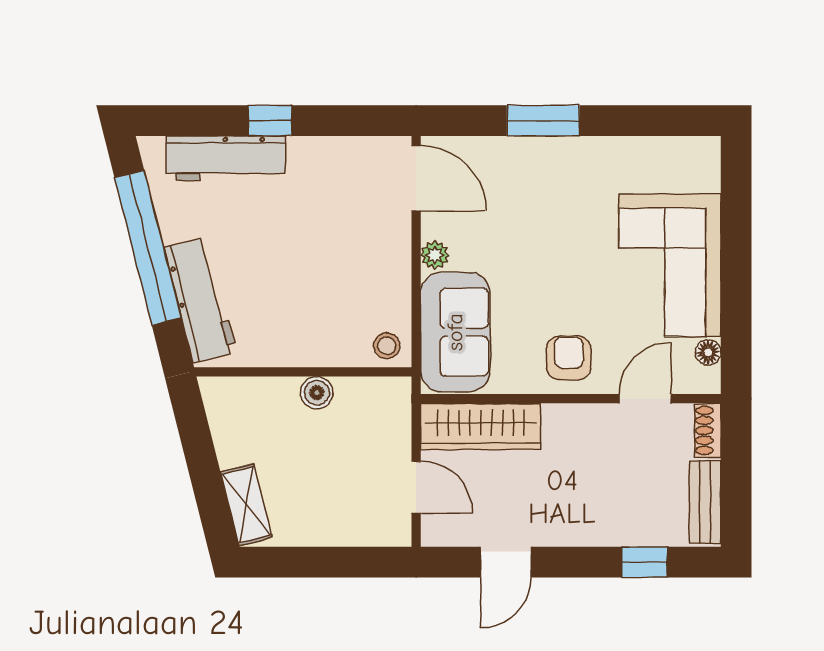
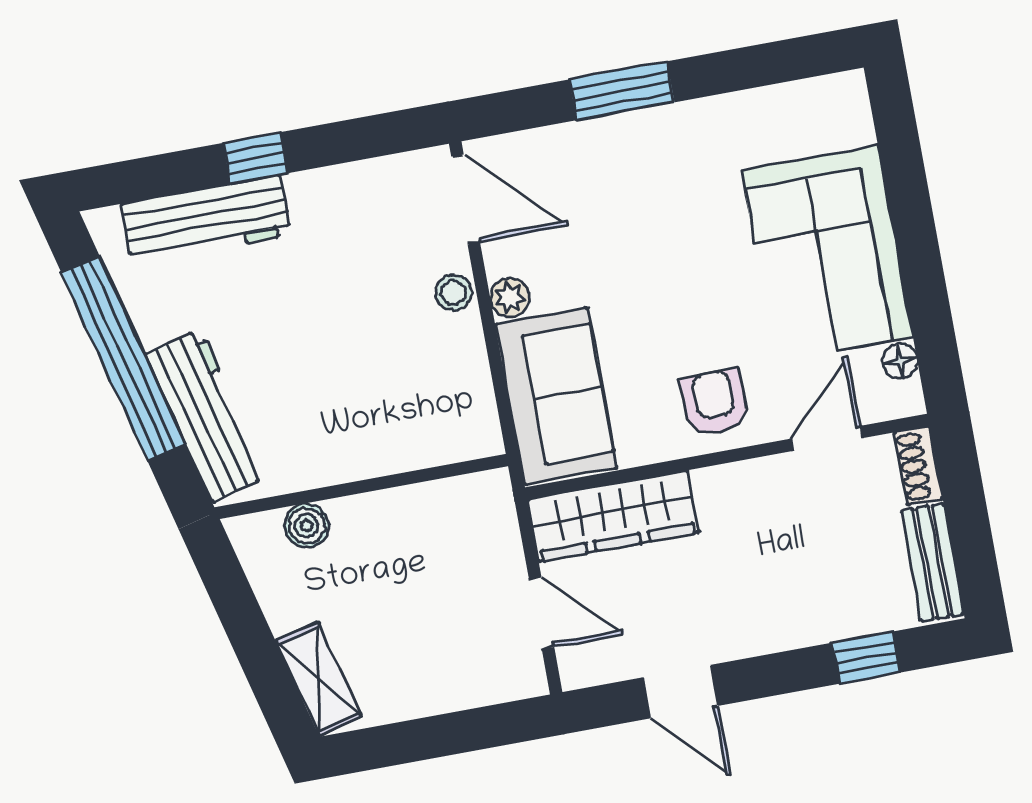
stool: (387, 346) -> (453, 293), moved
boiler: (317, 393) -> (307, 526), moved
door: (506, 562) -> (680, 692), hinge flipped

